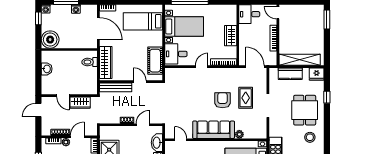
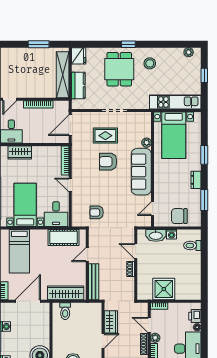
window: (327, 20) -> (39, 44), moved
wardrobe: (231, 36) -> (20, 152), moved
armchair: (177, 90) -> (97, 212), added
window: (327, 97) -> (128, 44), moved
dining table: (305, 110) -> (119, 69), turned 90

